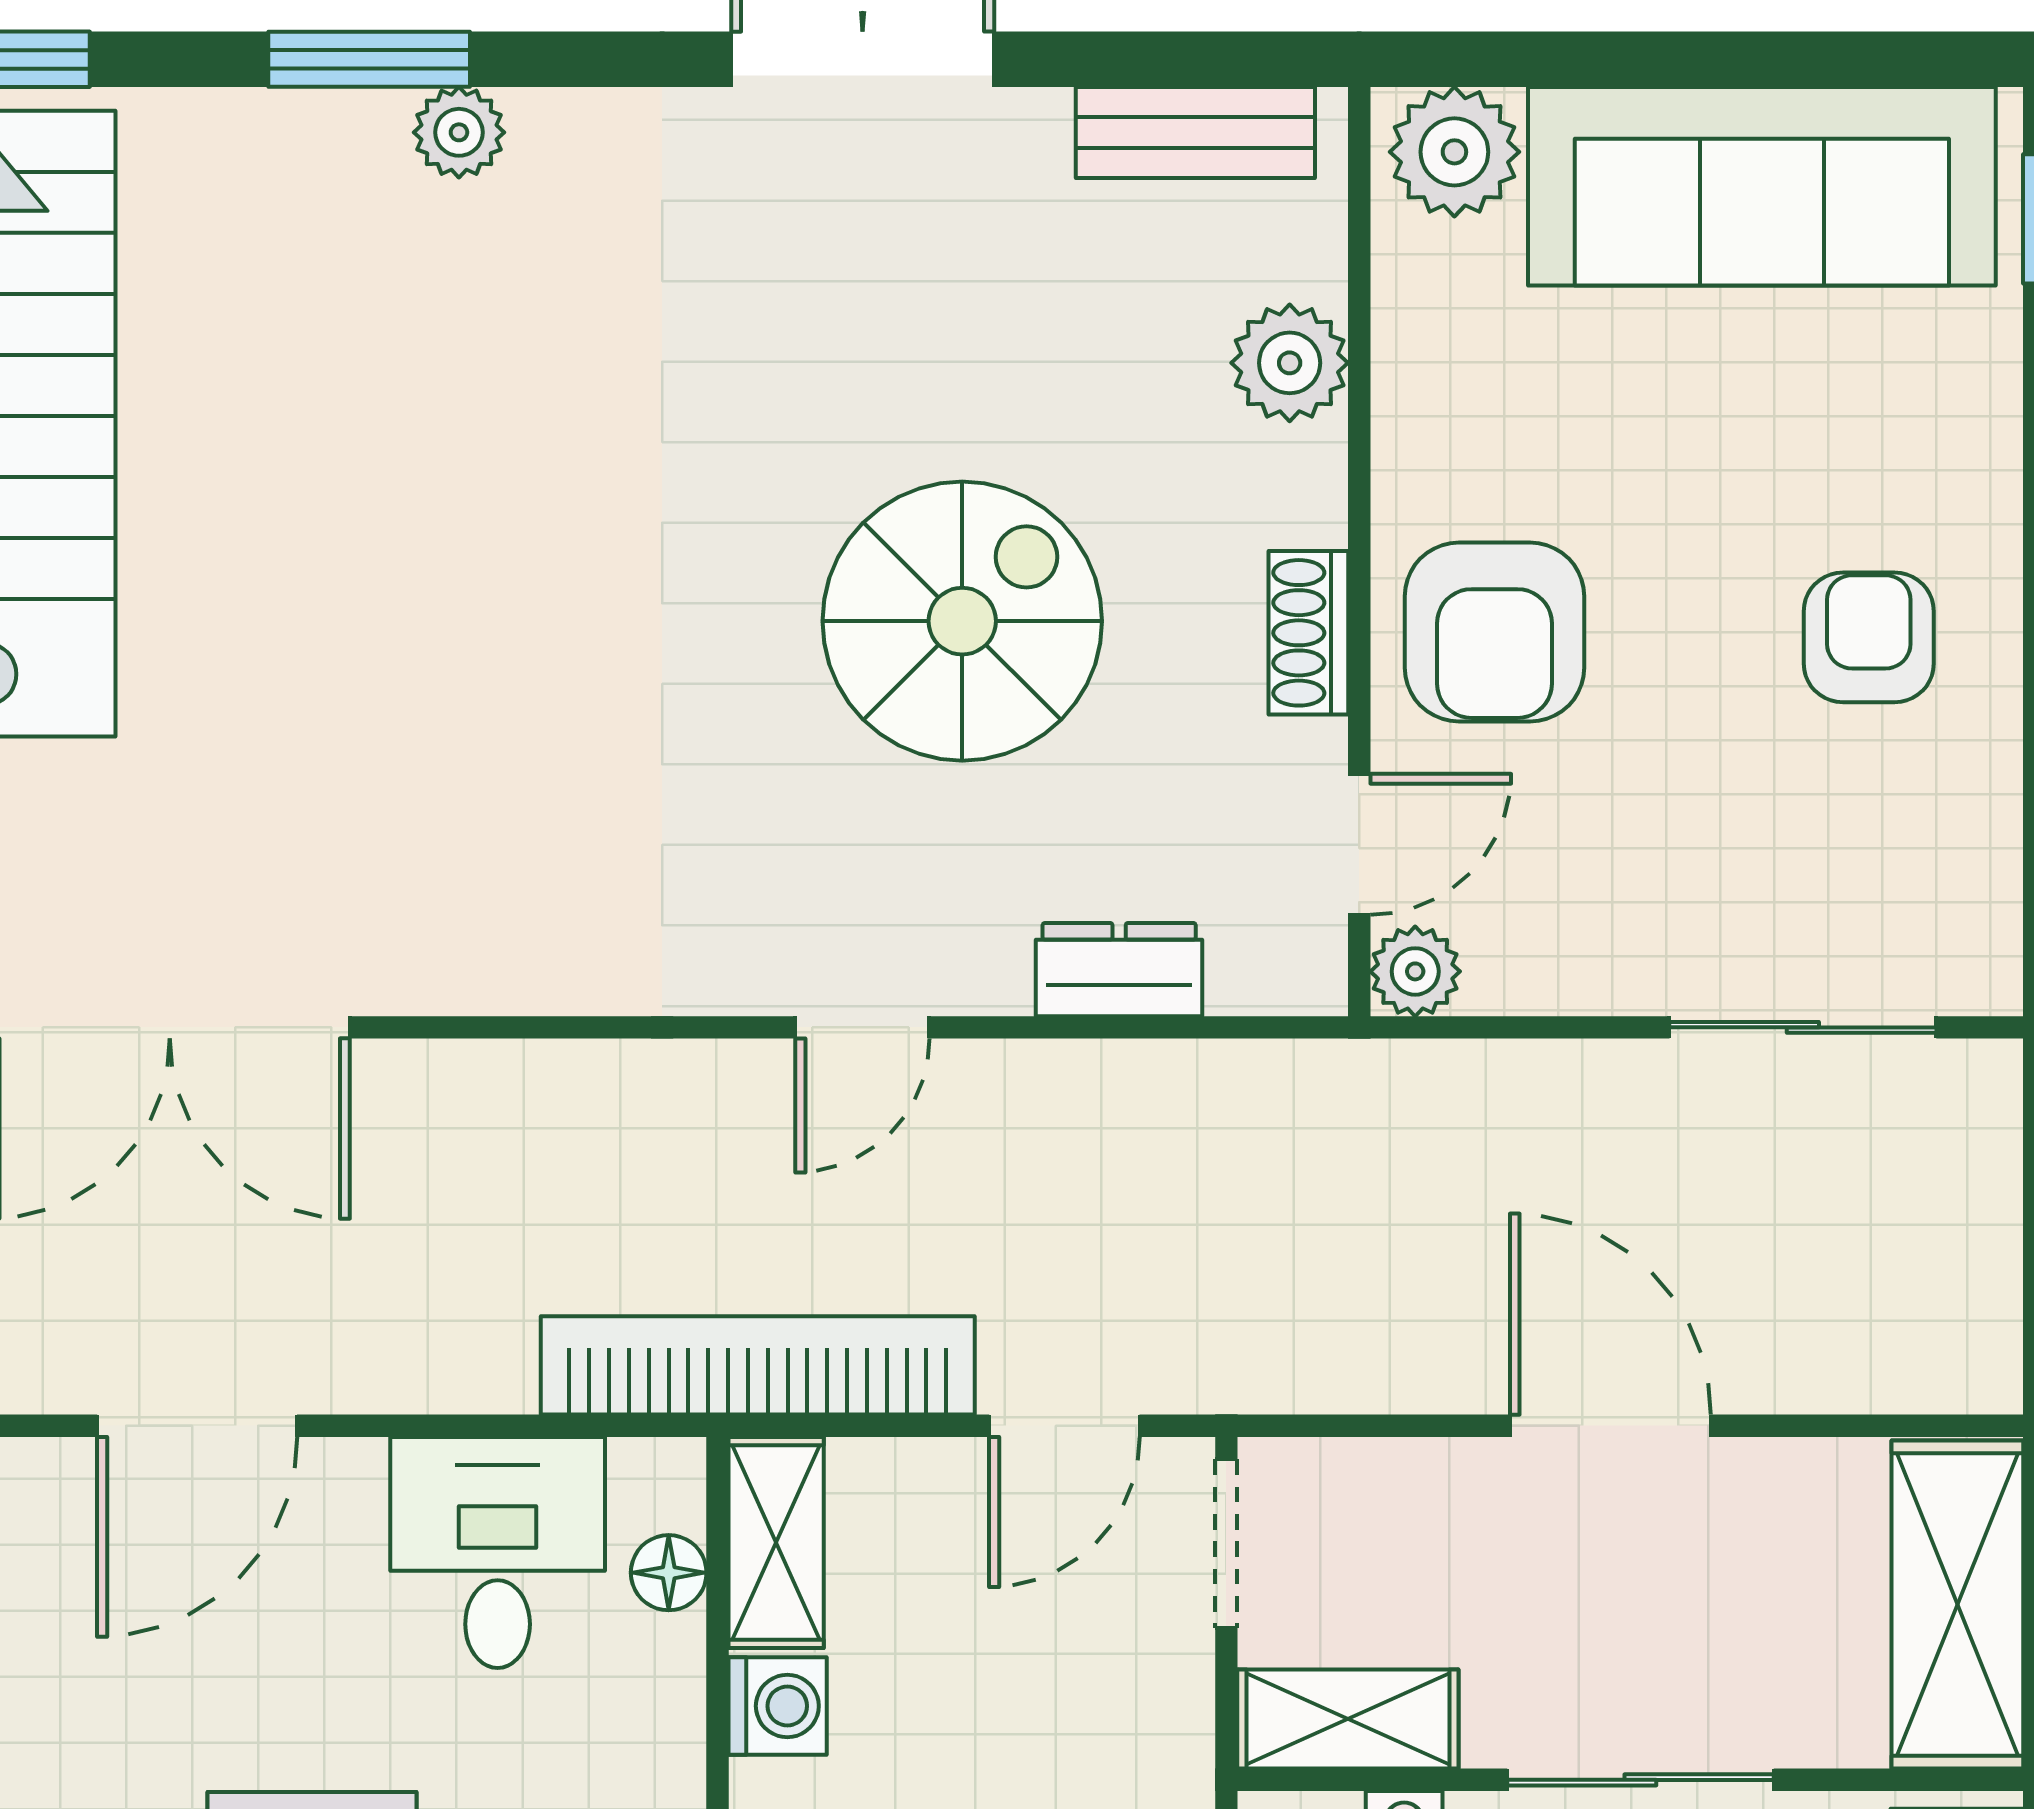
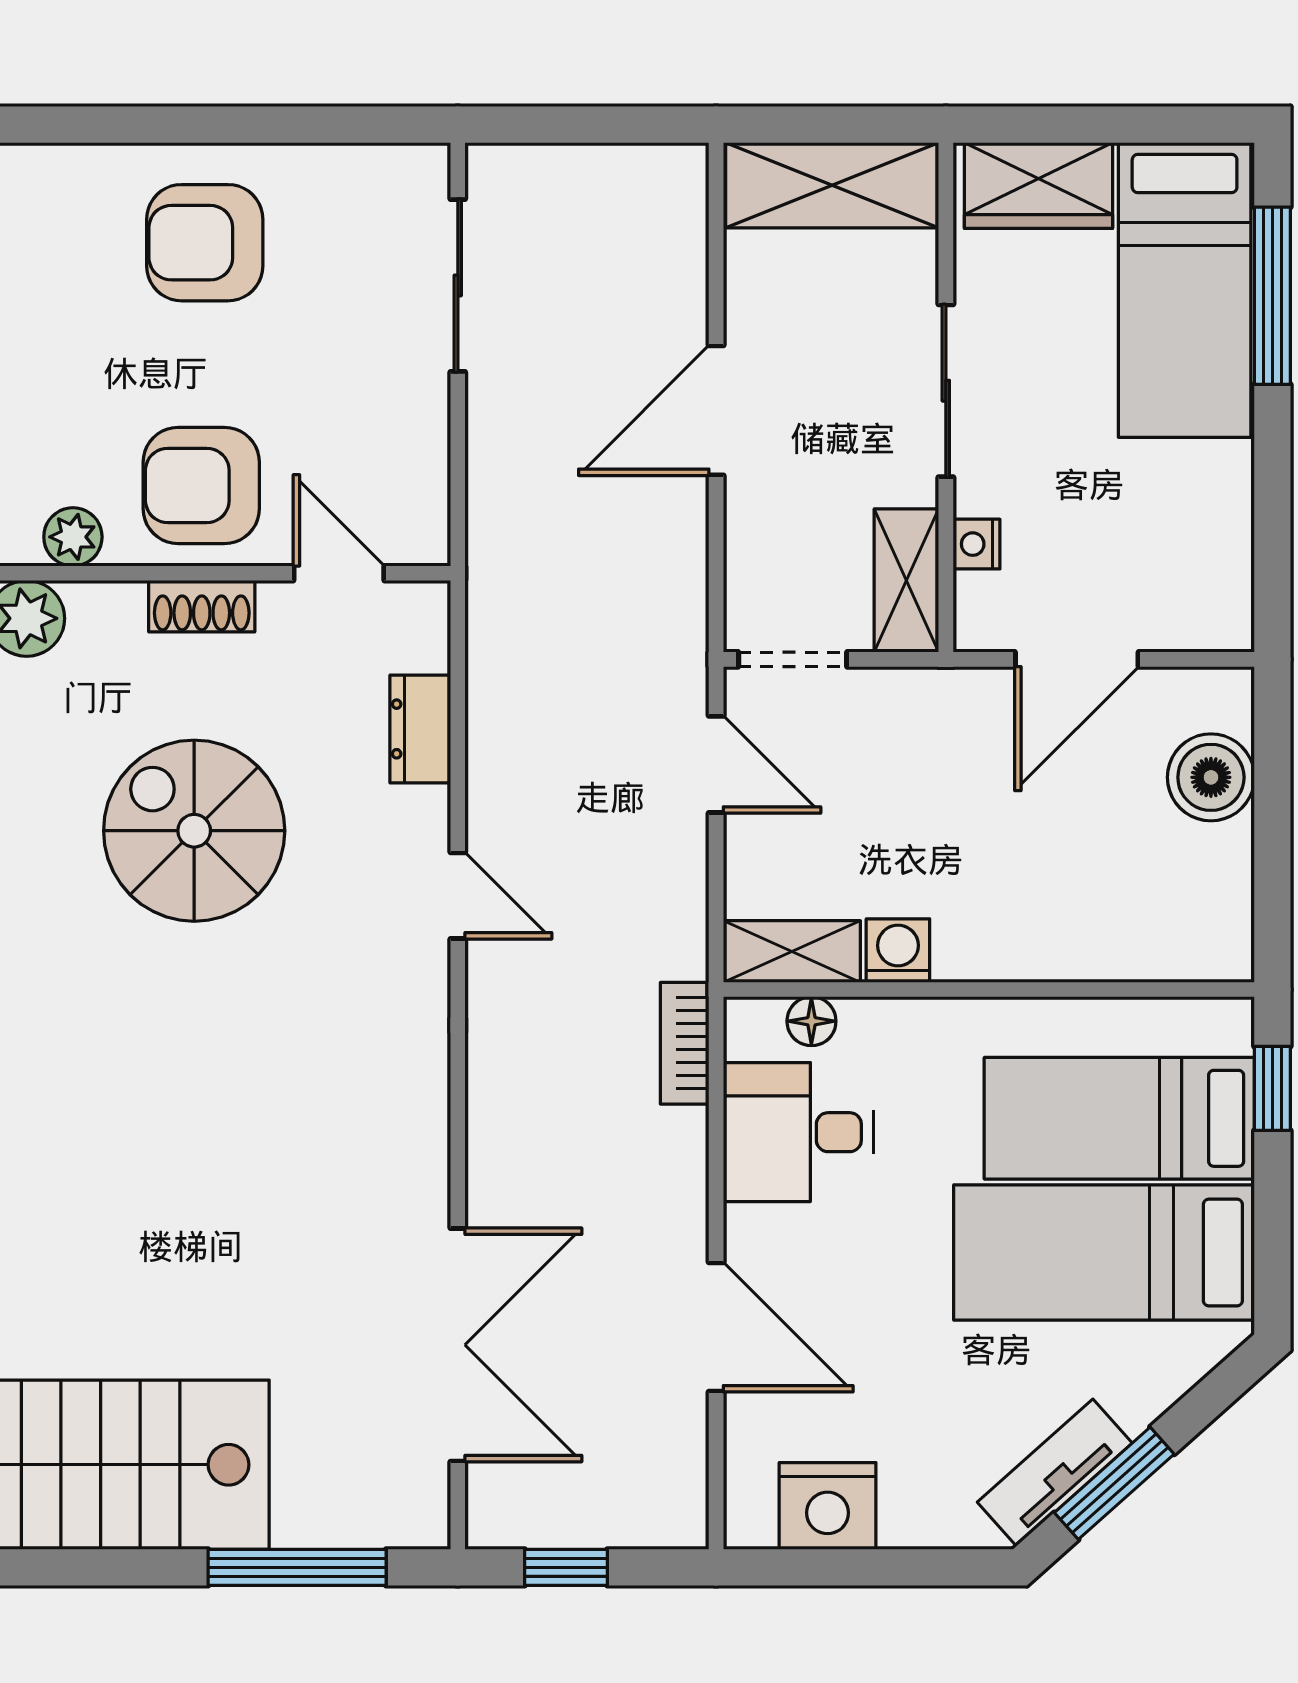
armchair: (1494, 632) -> (201, 485), turned 180
armchair: (1869, 637) -> (205, 243), width x1.38, depth x1.38
plant: (1415, 971) -> (73, 537), moved
bookcase: (758, 1365) -> (685, 1043), width x0.43, depth x0.76

